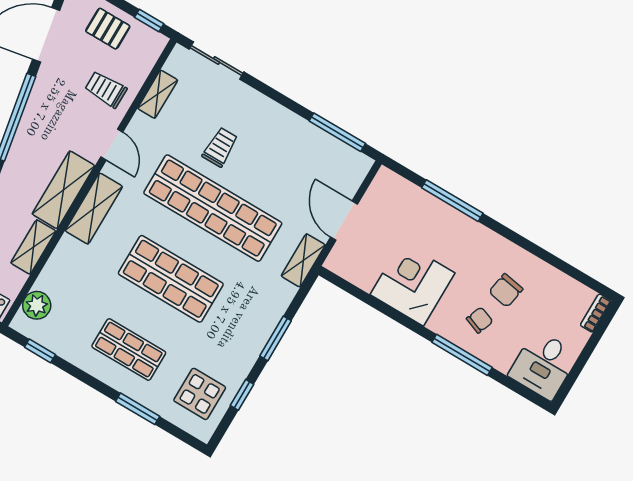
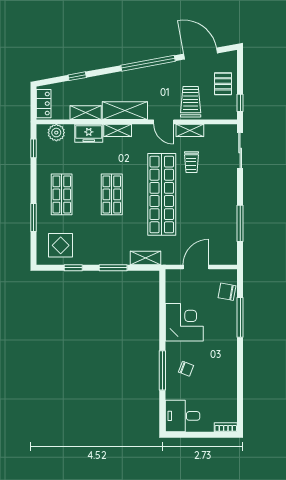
trolley: (106, 89) -> (191, 102), width x1.36, depth x1.39
shelving: (158, 94) -> (190, 130), moved
window: (337, 132) -> (240, 223), moved
door: (112, 145) -> (164, 122), hinge flipped
trolley: (220, 147) -> (191, 162), moved, turned 90
shelving: (94, 209) -> (118, 130), width x0.67, depth x0.75
freezer: (65, 260) -> (89, 133), added
shelving: (303, 260) -> (146, 258), moved
shop shelf: (171, 279) -> (112, 194), width x0.70, depth x0.74
chair: (506, 290) -> (227, 292), moved

